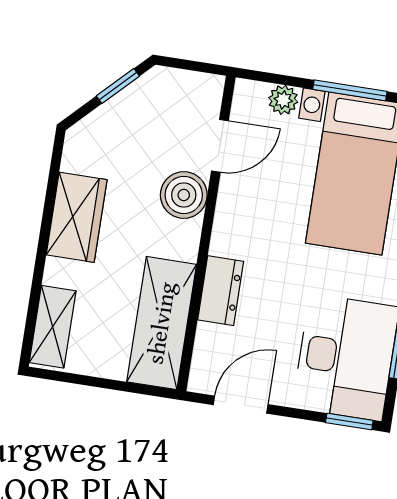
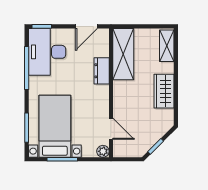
plant: (283, 100) -> (103, 151), moved
door: (220, 146) -> (111, 129), swing flipped
boiler: (184, 195) -> (122, 107), removed

